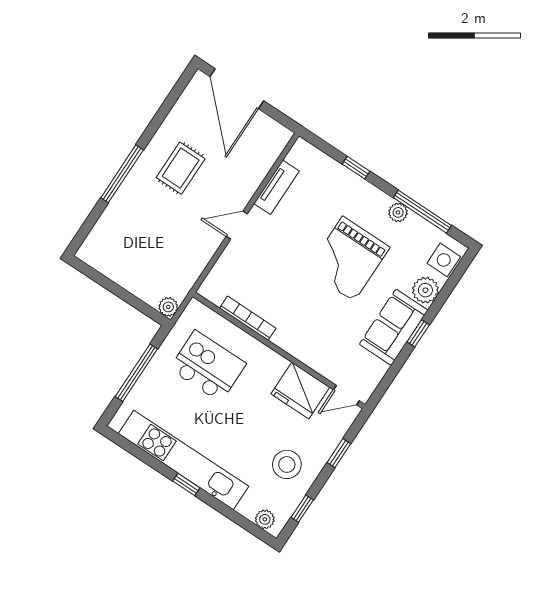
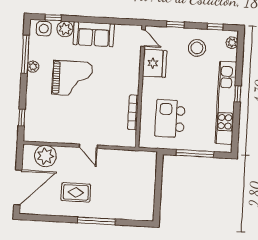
window: (356, 168) -> (22, 118), moved
tv unit: (277, 187) -> (57, 137), removed
plant: (168, 307) -> (45, 156), moved, width x1.88, depth x1.88
window: (418, 333) -> (53, 18), moved

